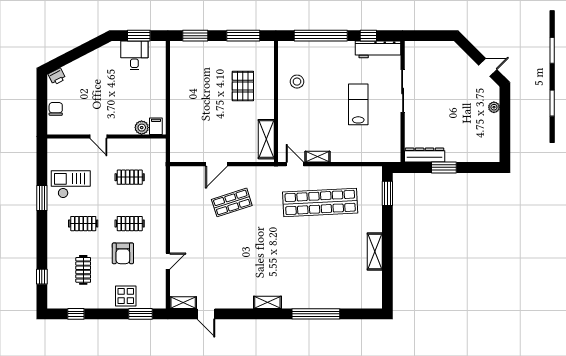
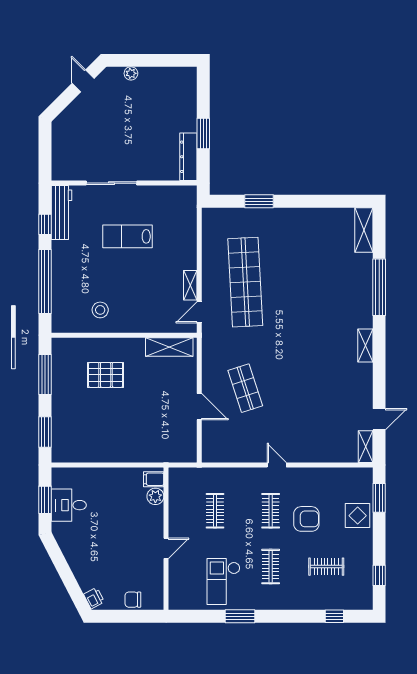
window: (387, 193) -> (259, 201), moved
shelving: (375, 252) -> (364, 230), moved, turned 90
door: (168, 261) -> (277, 465), moved

